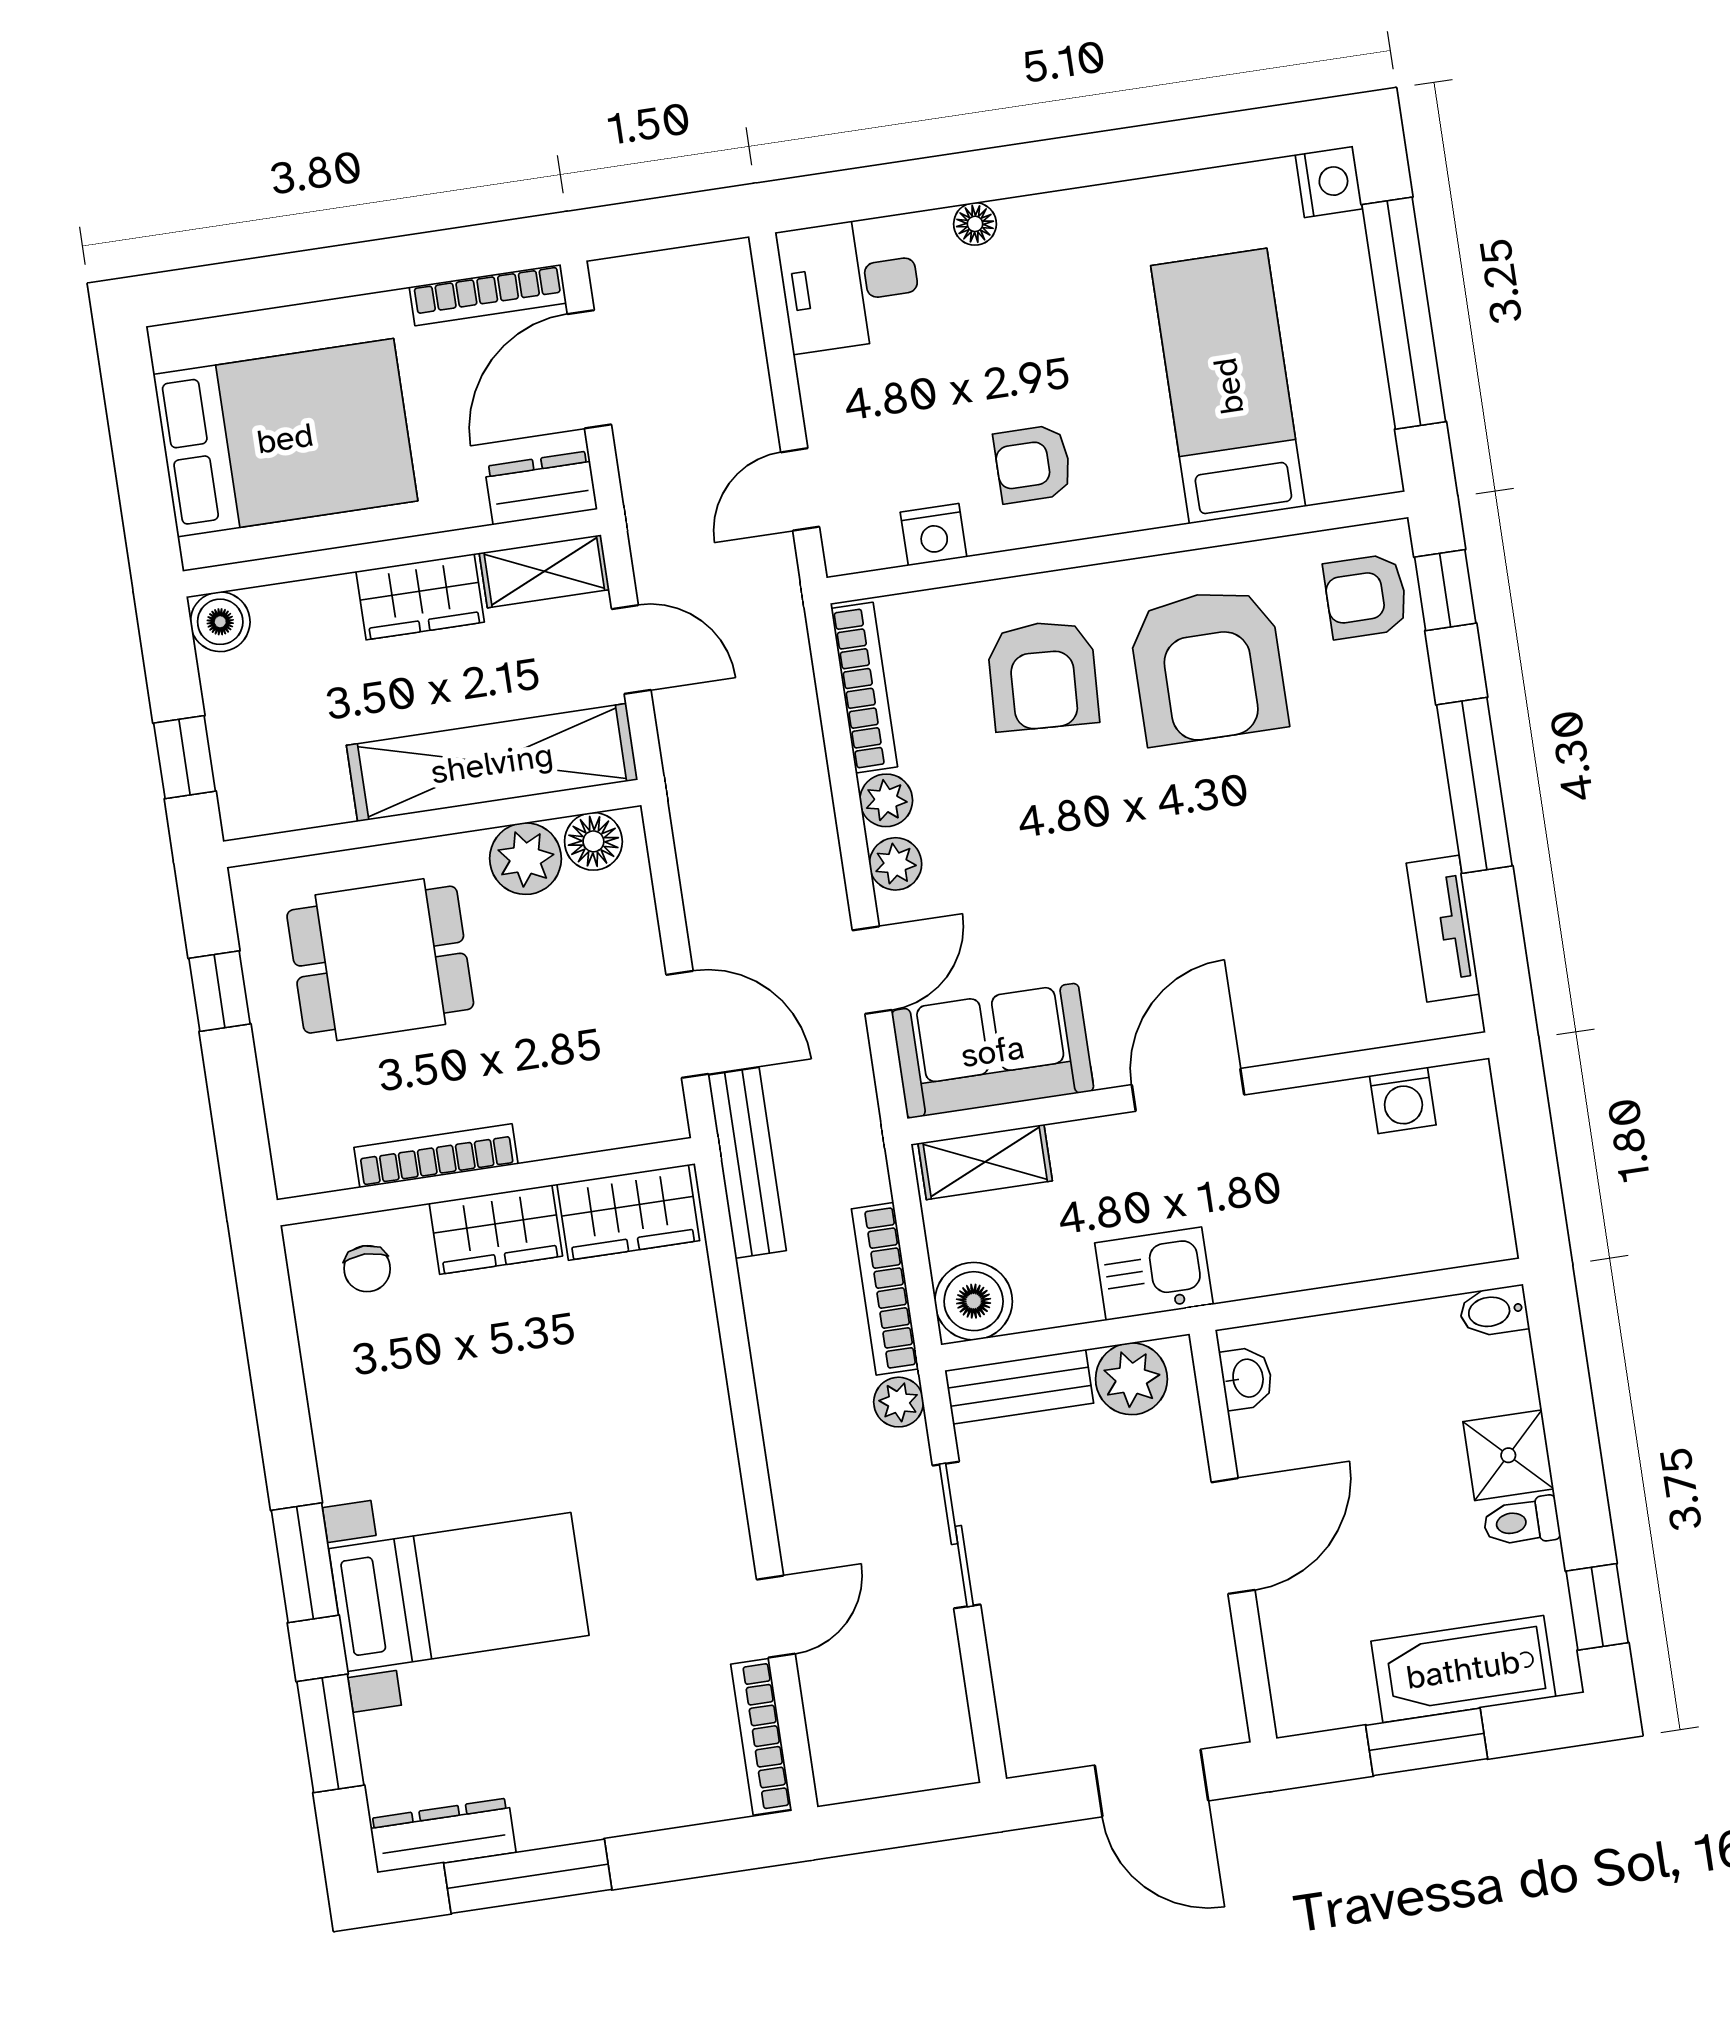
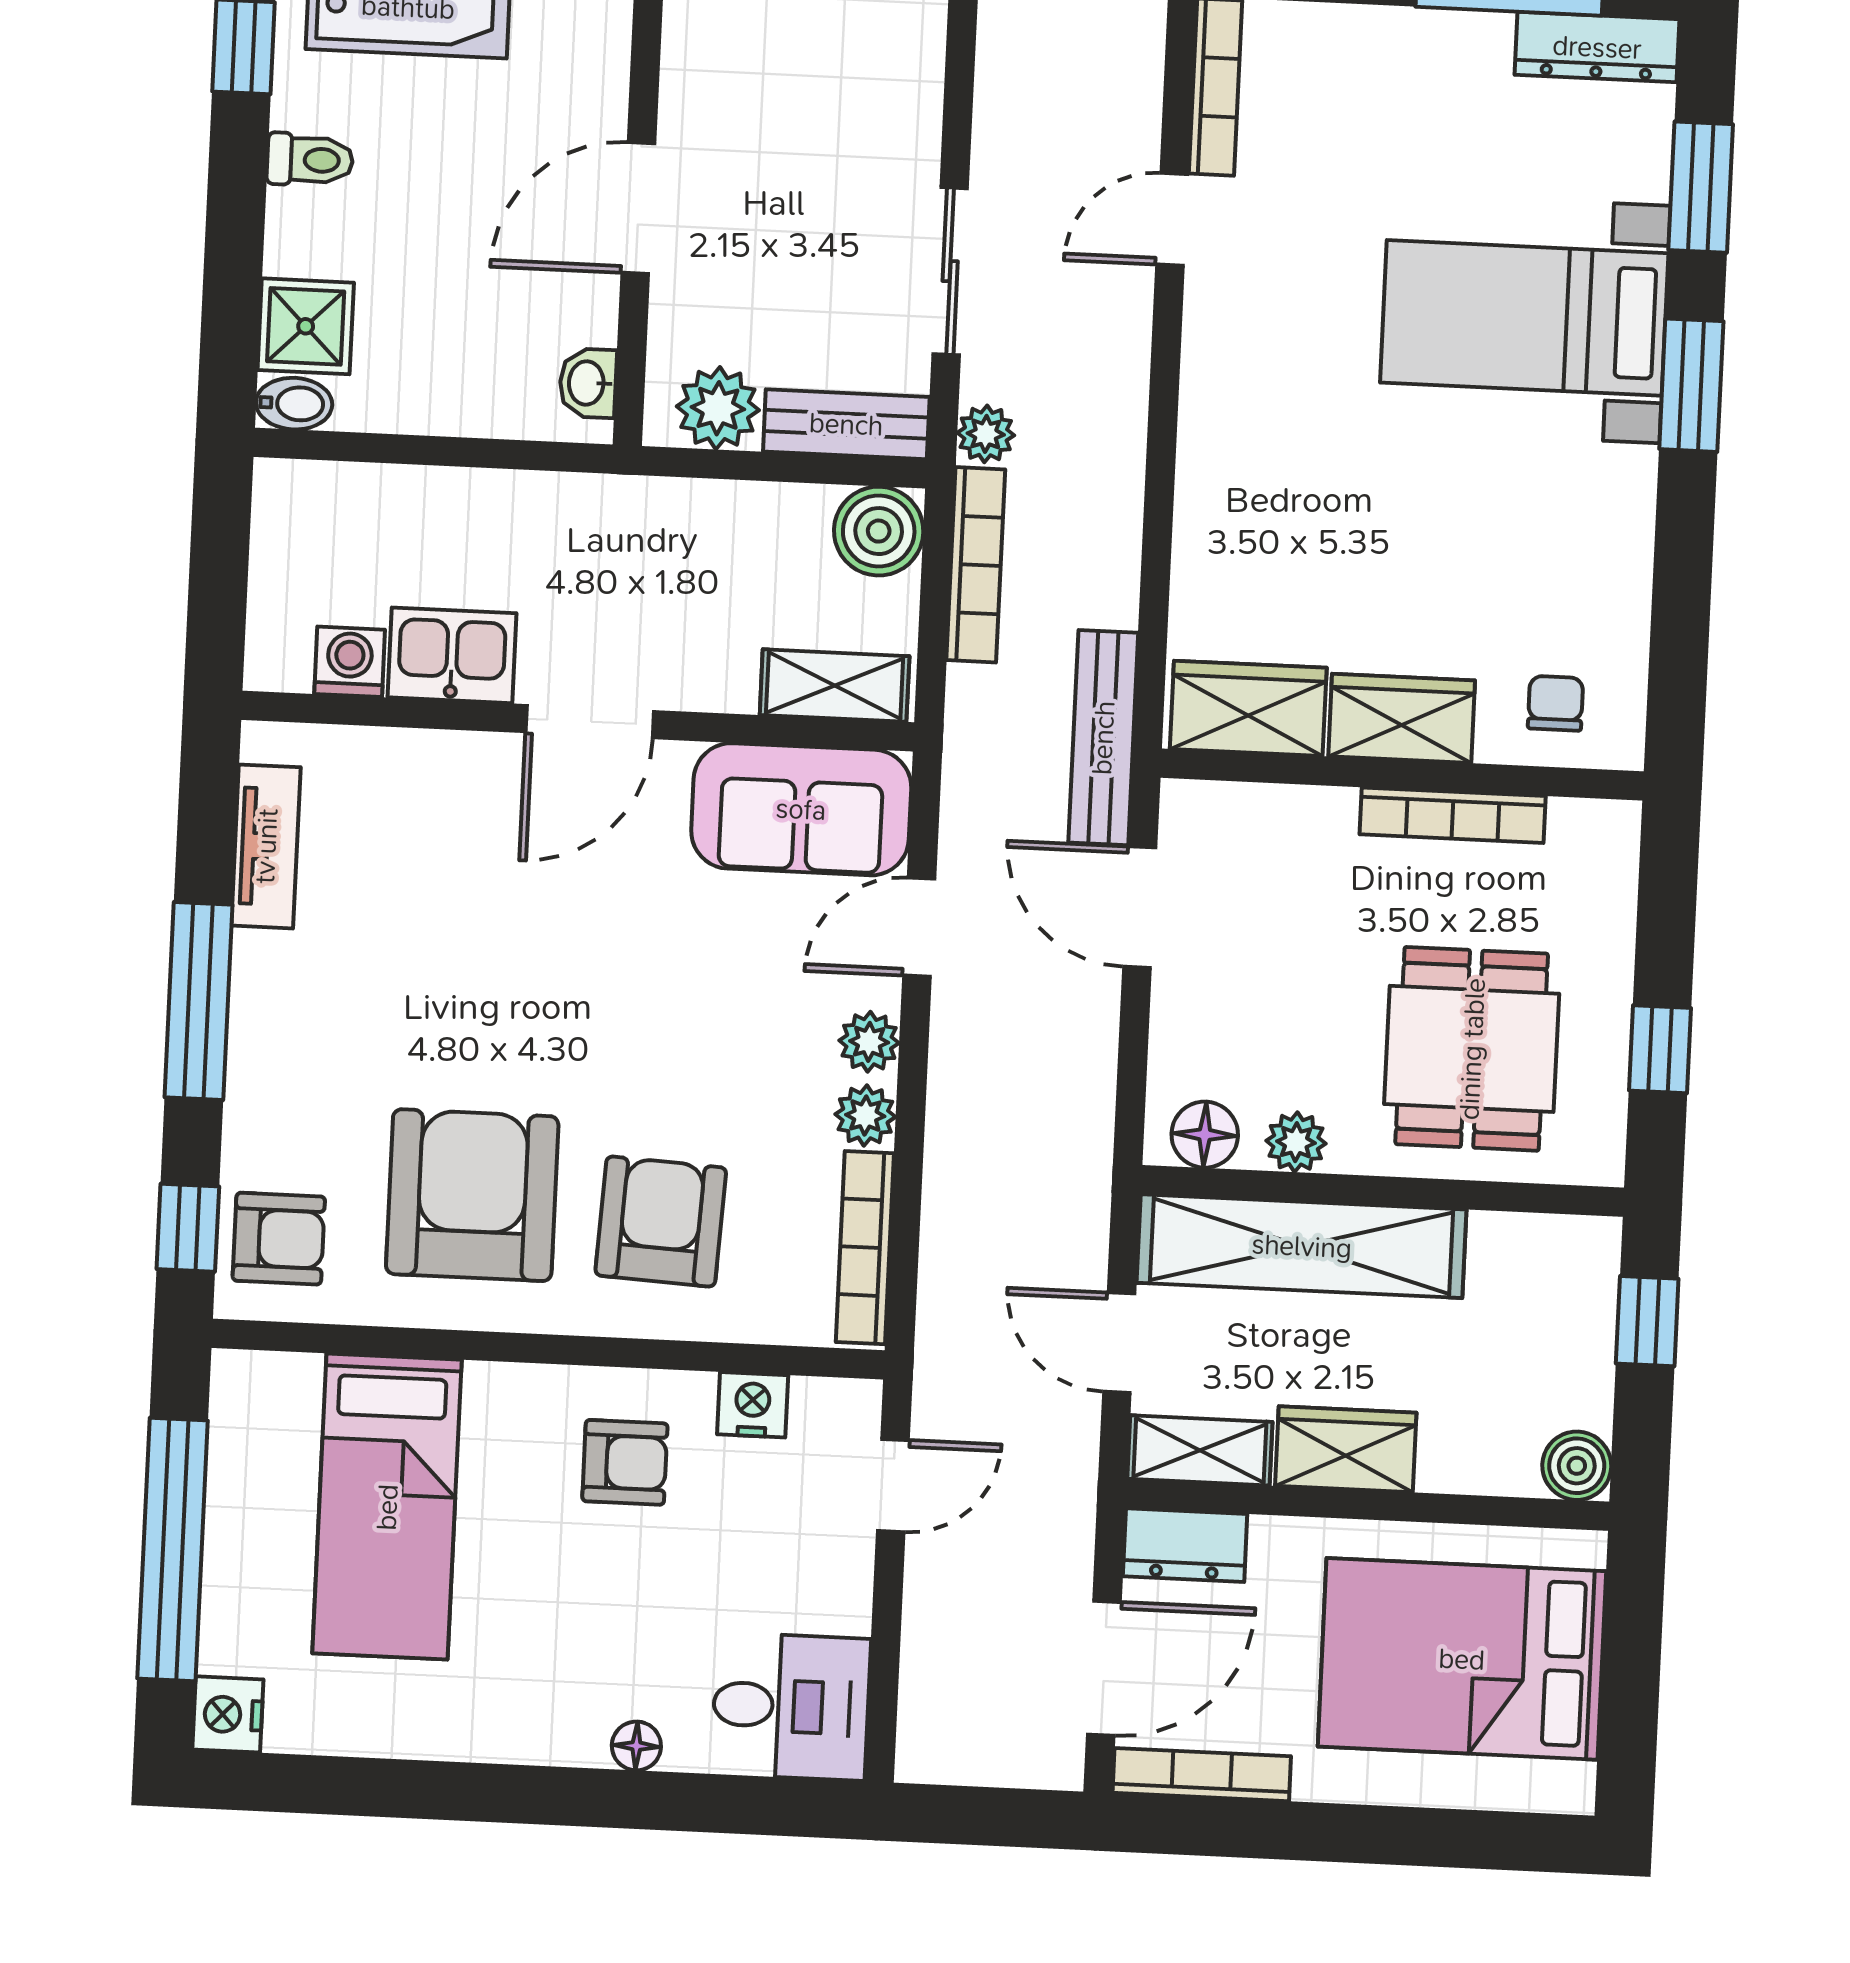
plant: (525, 859) -> (1296, 1142), width x0.73, depth x0.73
dining table: (380, 960) -> (1472, 1049), turned 90
kitchen sink: (1154, 1274) -> (452, 655), moved, turned 180
shower: (1508, 1455) -> (306, 326), moved

